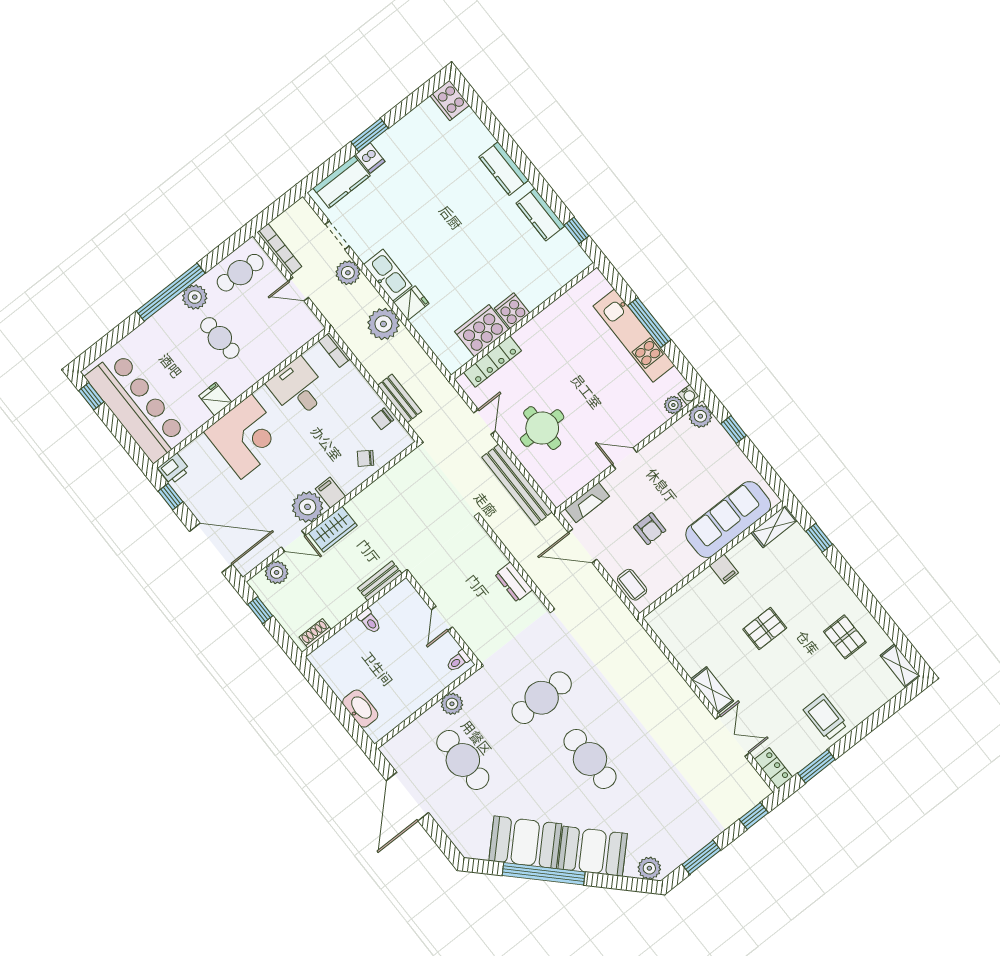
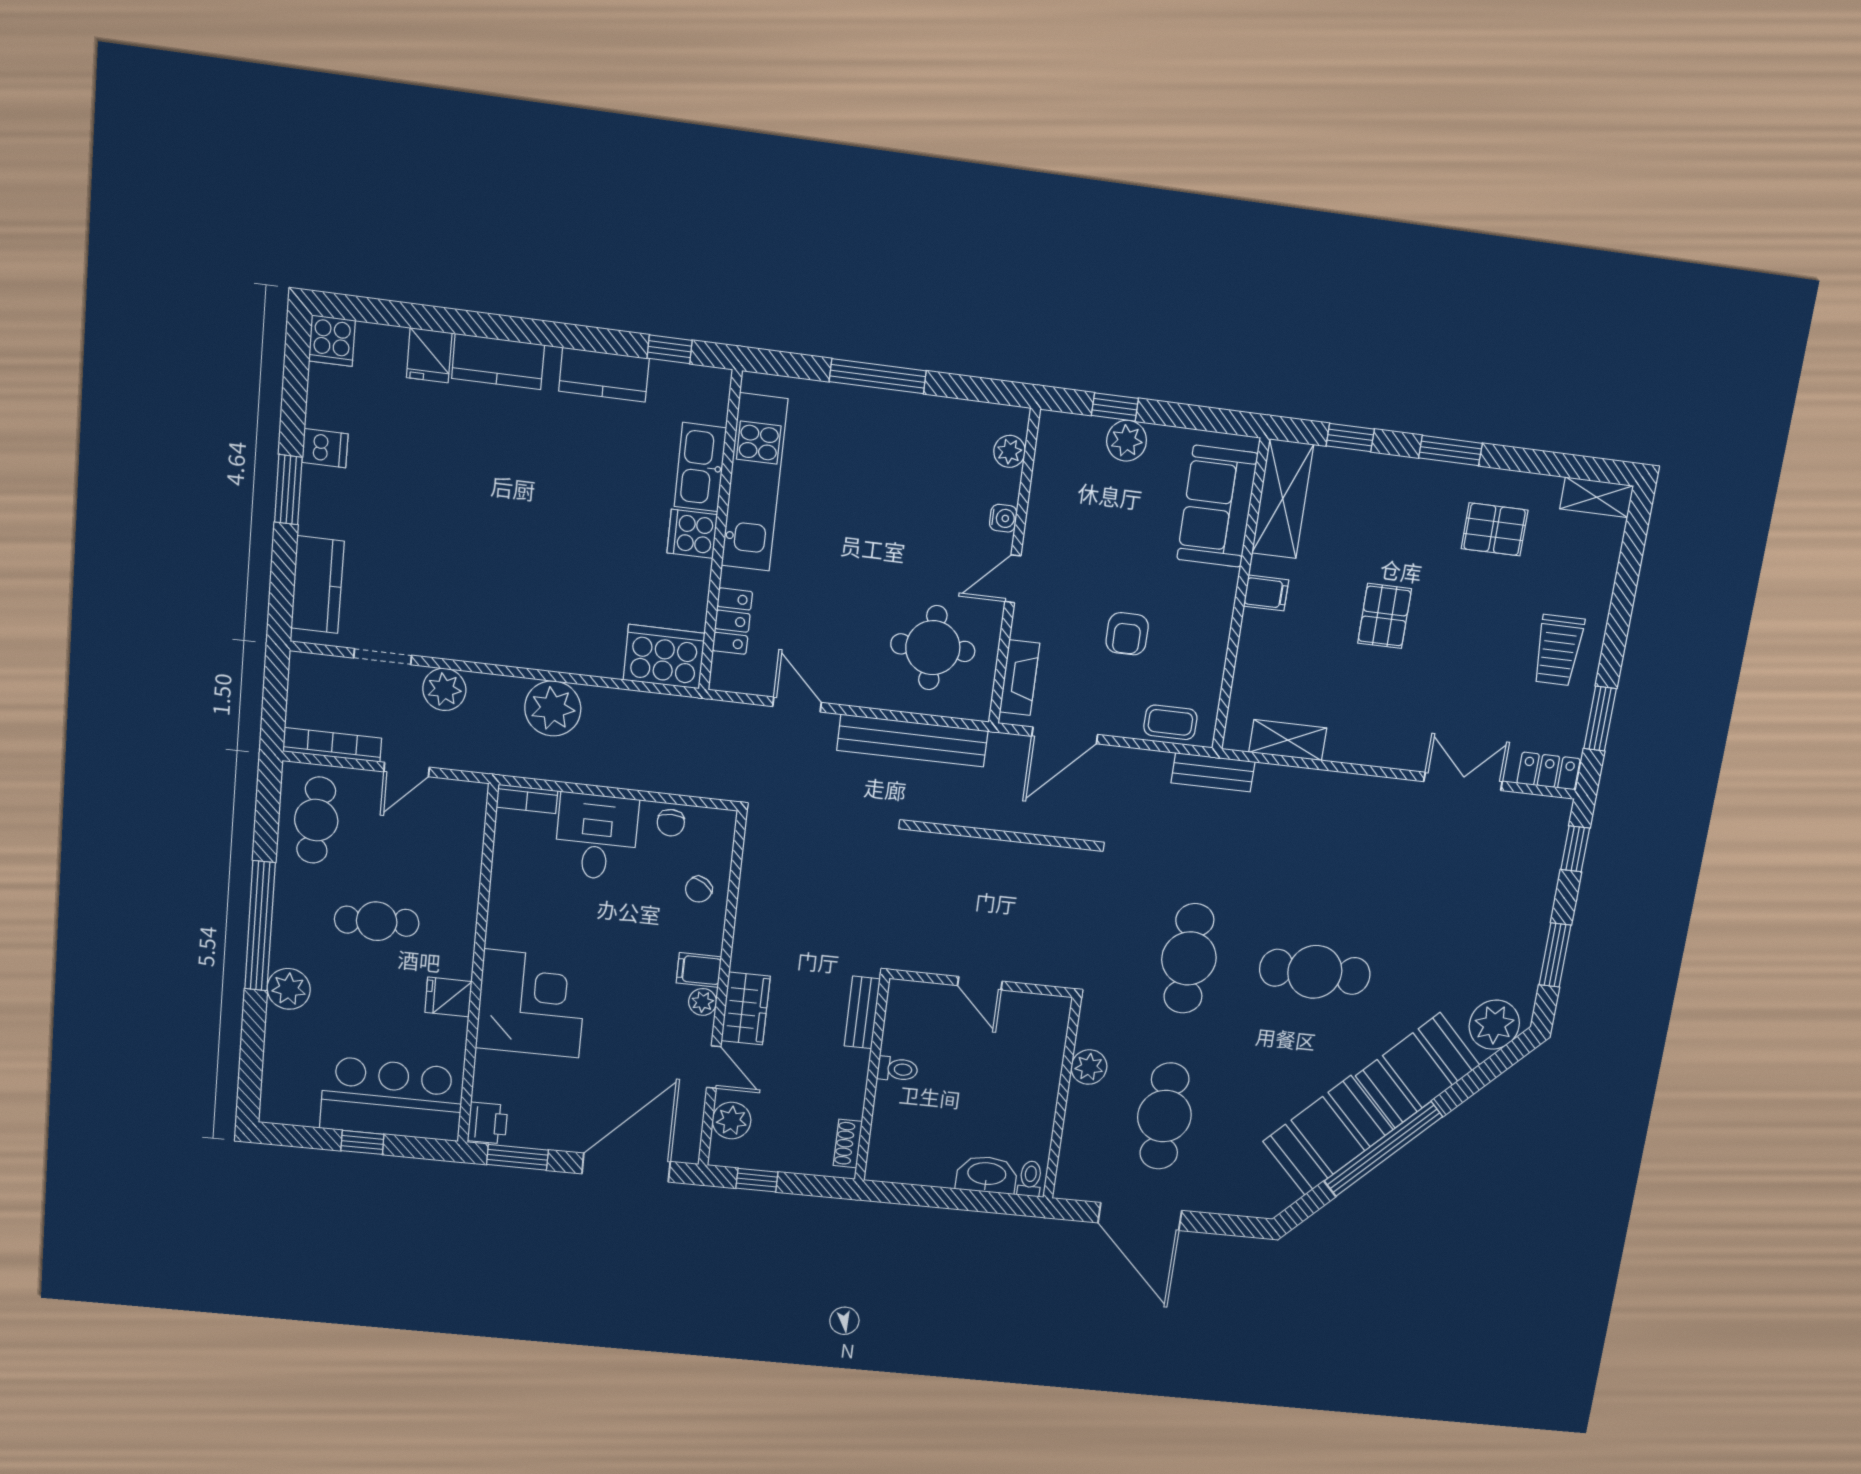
cooker: (450, 100) -> (332, 341), width x0.73
dishwasher: (370, 158) -> (325, 448), moved
kitchen sink: (388, 275) -> (700, 467), moved, turned -90
plant: (195, 297) -> (289, 989), moved
fridge: (411, 303) -> (429, 355), moved, turned 180
cooker: (482, 331) -> (664, 657), moved, turned 90
kitchen unit: (634, 336) -> (754, 482), moved, turned -90
locker: (493, 362) -> (732, 621), width x0.66
desk: (298, 388) -> (596, 837), moved, turned 90
water cooler: (689, 395) -> (1003, 518), moved
window: (91, 396) -> (362, 1142), moved
bench: (400, 398) -> (1213, 772), moved
bar counter: (136, 406) -> (392, 1099), width x0.73
plant: (700, 416) -> (1127, 441), moved
round table: (542, 428) -> (933, 648), moved
window: (170, 497) -> (518, 1157), width x1.50
plant: (308, 507) -> (703, 1002), width x0.53, depth x0.53
sofa: (728, 520) -> (1217, 506), width x0.73
shelving: (774, 526) -> (1283, 499), width x1.50, depth x1.33
armchair: (650, 529) -> (1127, 634), turned 90
door: (293, 541) -> (714, 1067), hinge flipped
dresser: (514, 582) -> (1023, 859), removed
window: (856, 585) -> (1450, 451), added
toilet: (458, 661) -> (1030, 1179), moved, turned 180
shelving: (712, 690) -> (1288, 740), moved
trolley: (825, 717) -> (1558, 650), turned -90
cafe table: (463, 760) -> (1164, 1116), turned 90
plant: (649, 868) -> (1494, 1025), width x1.36, depth x1.36

